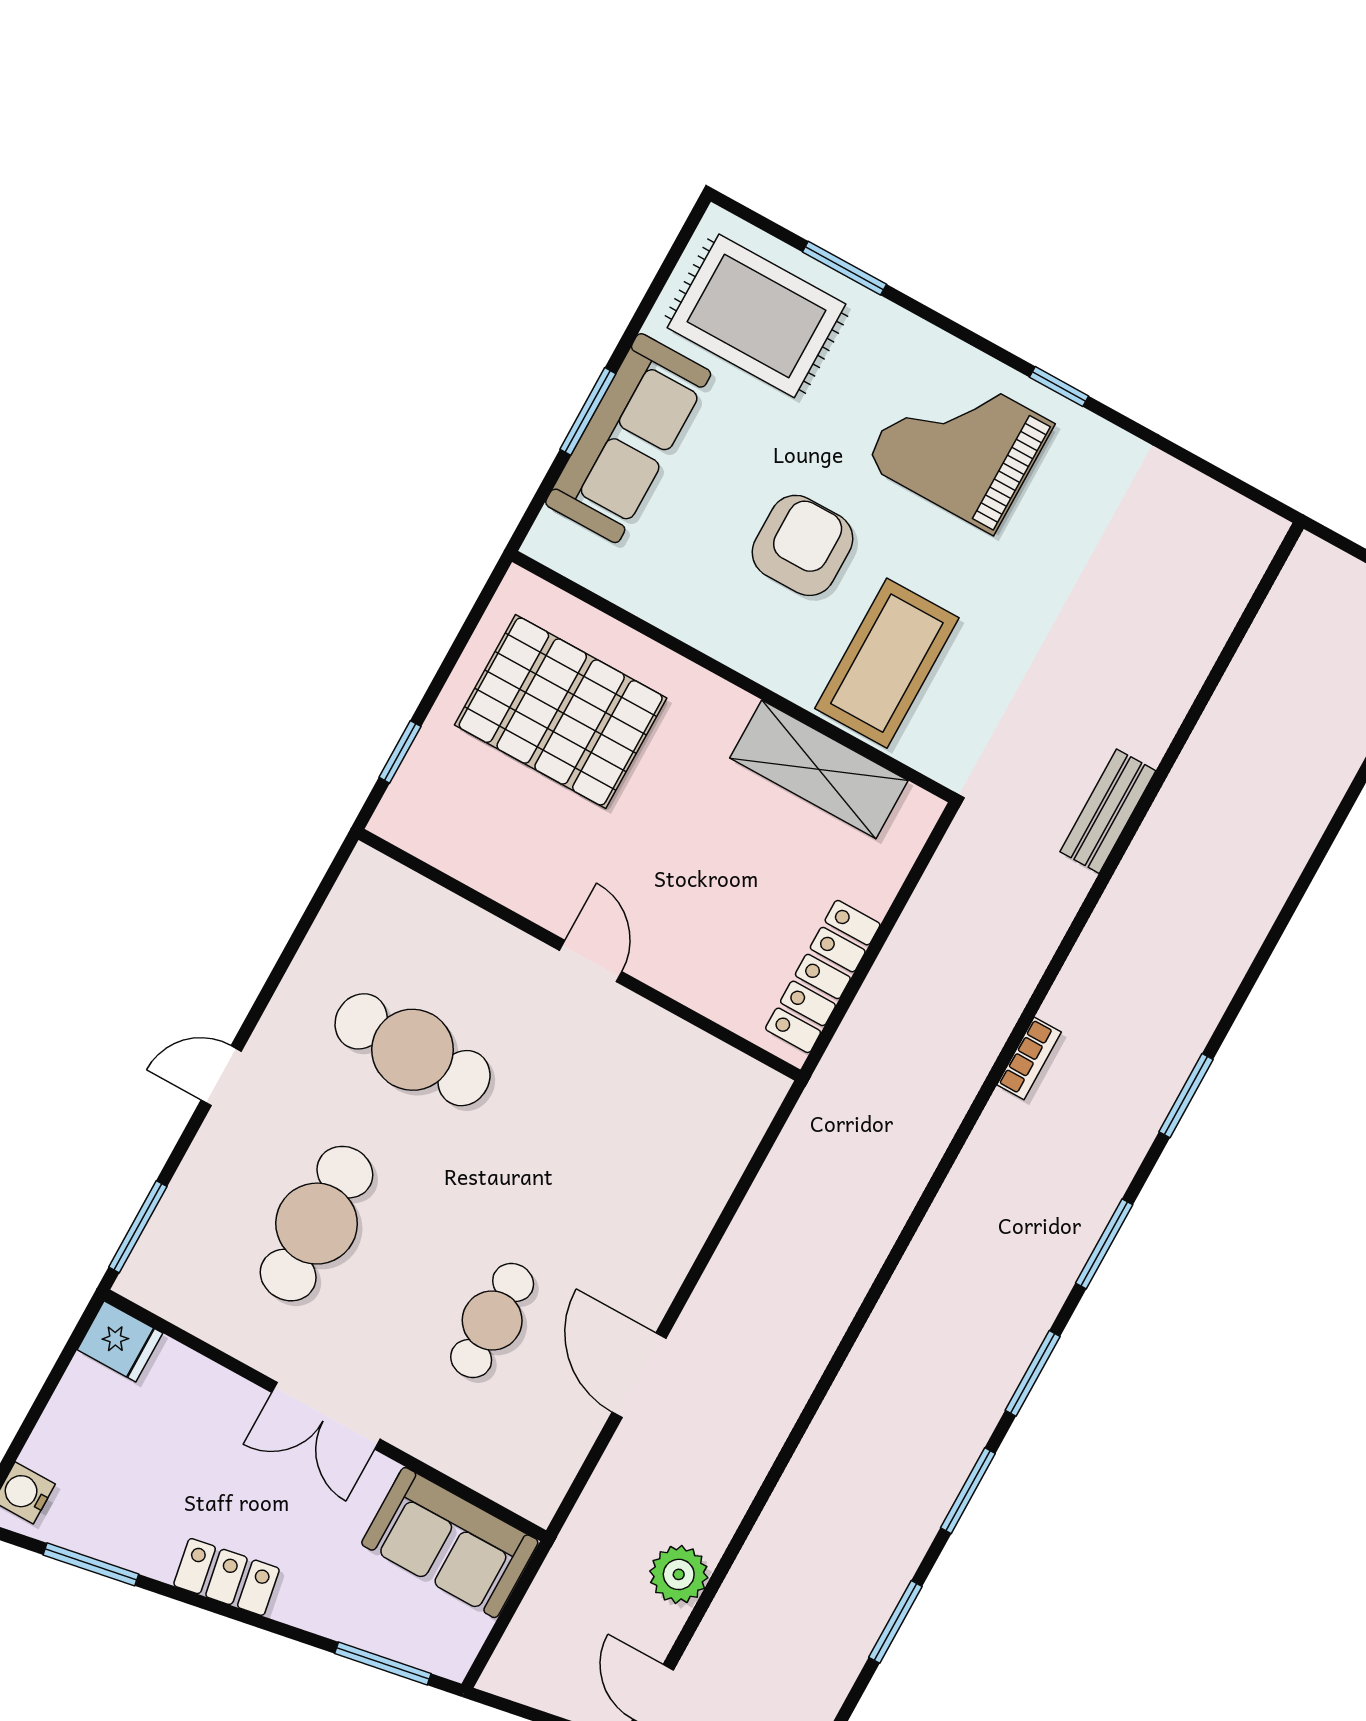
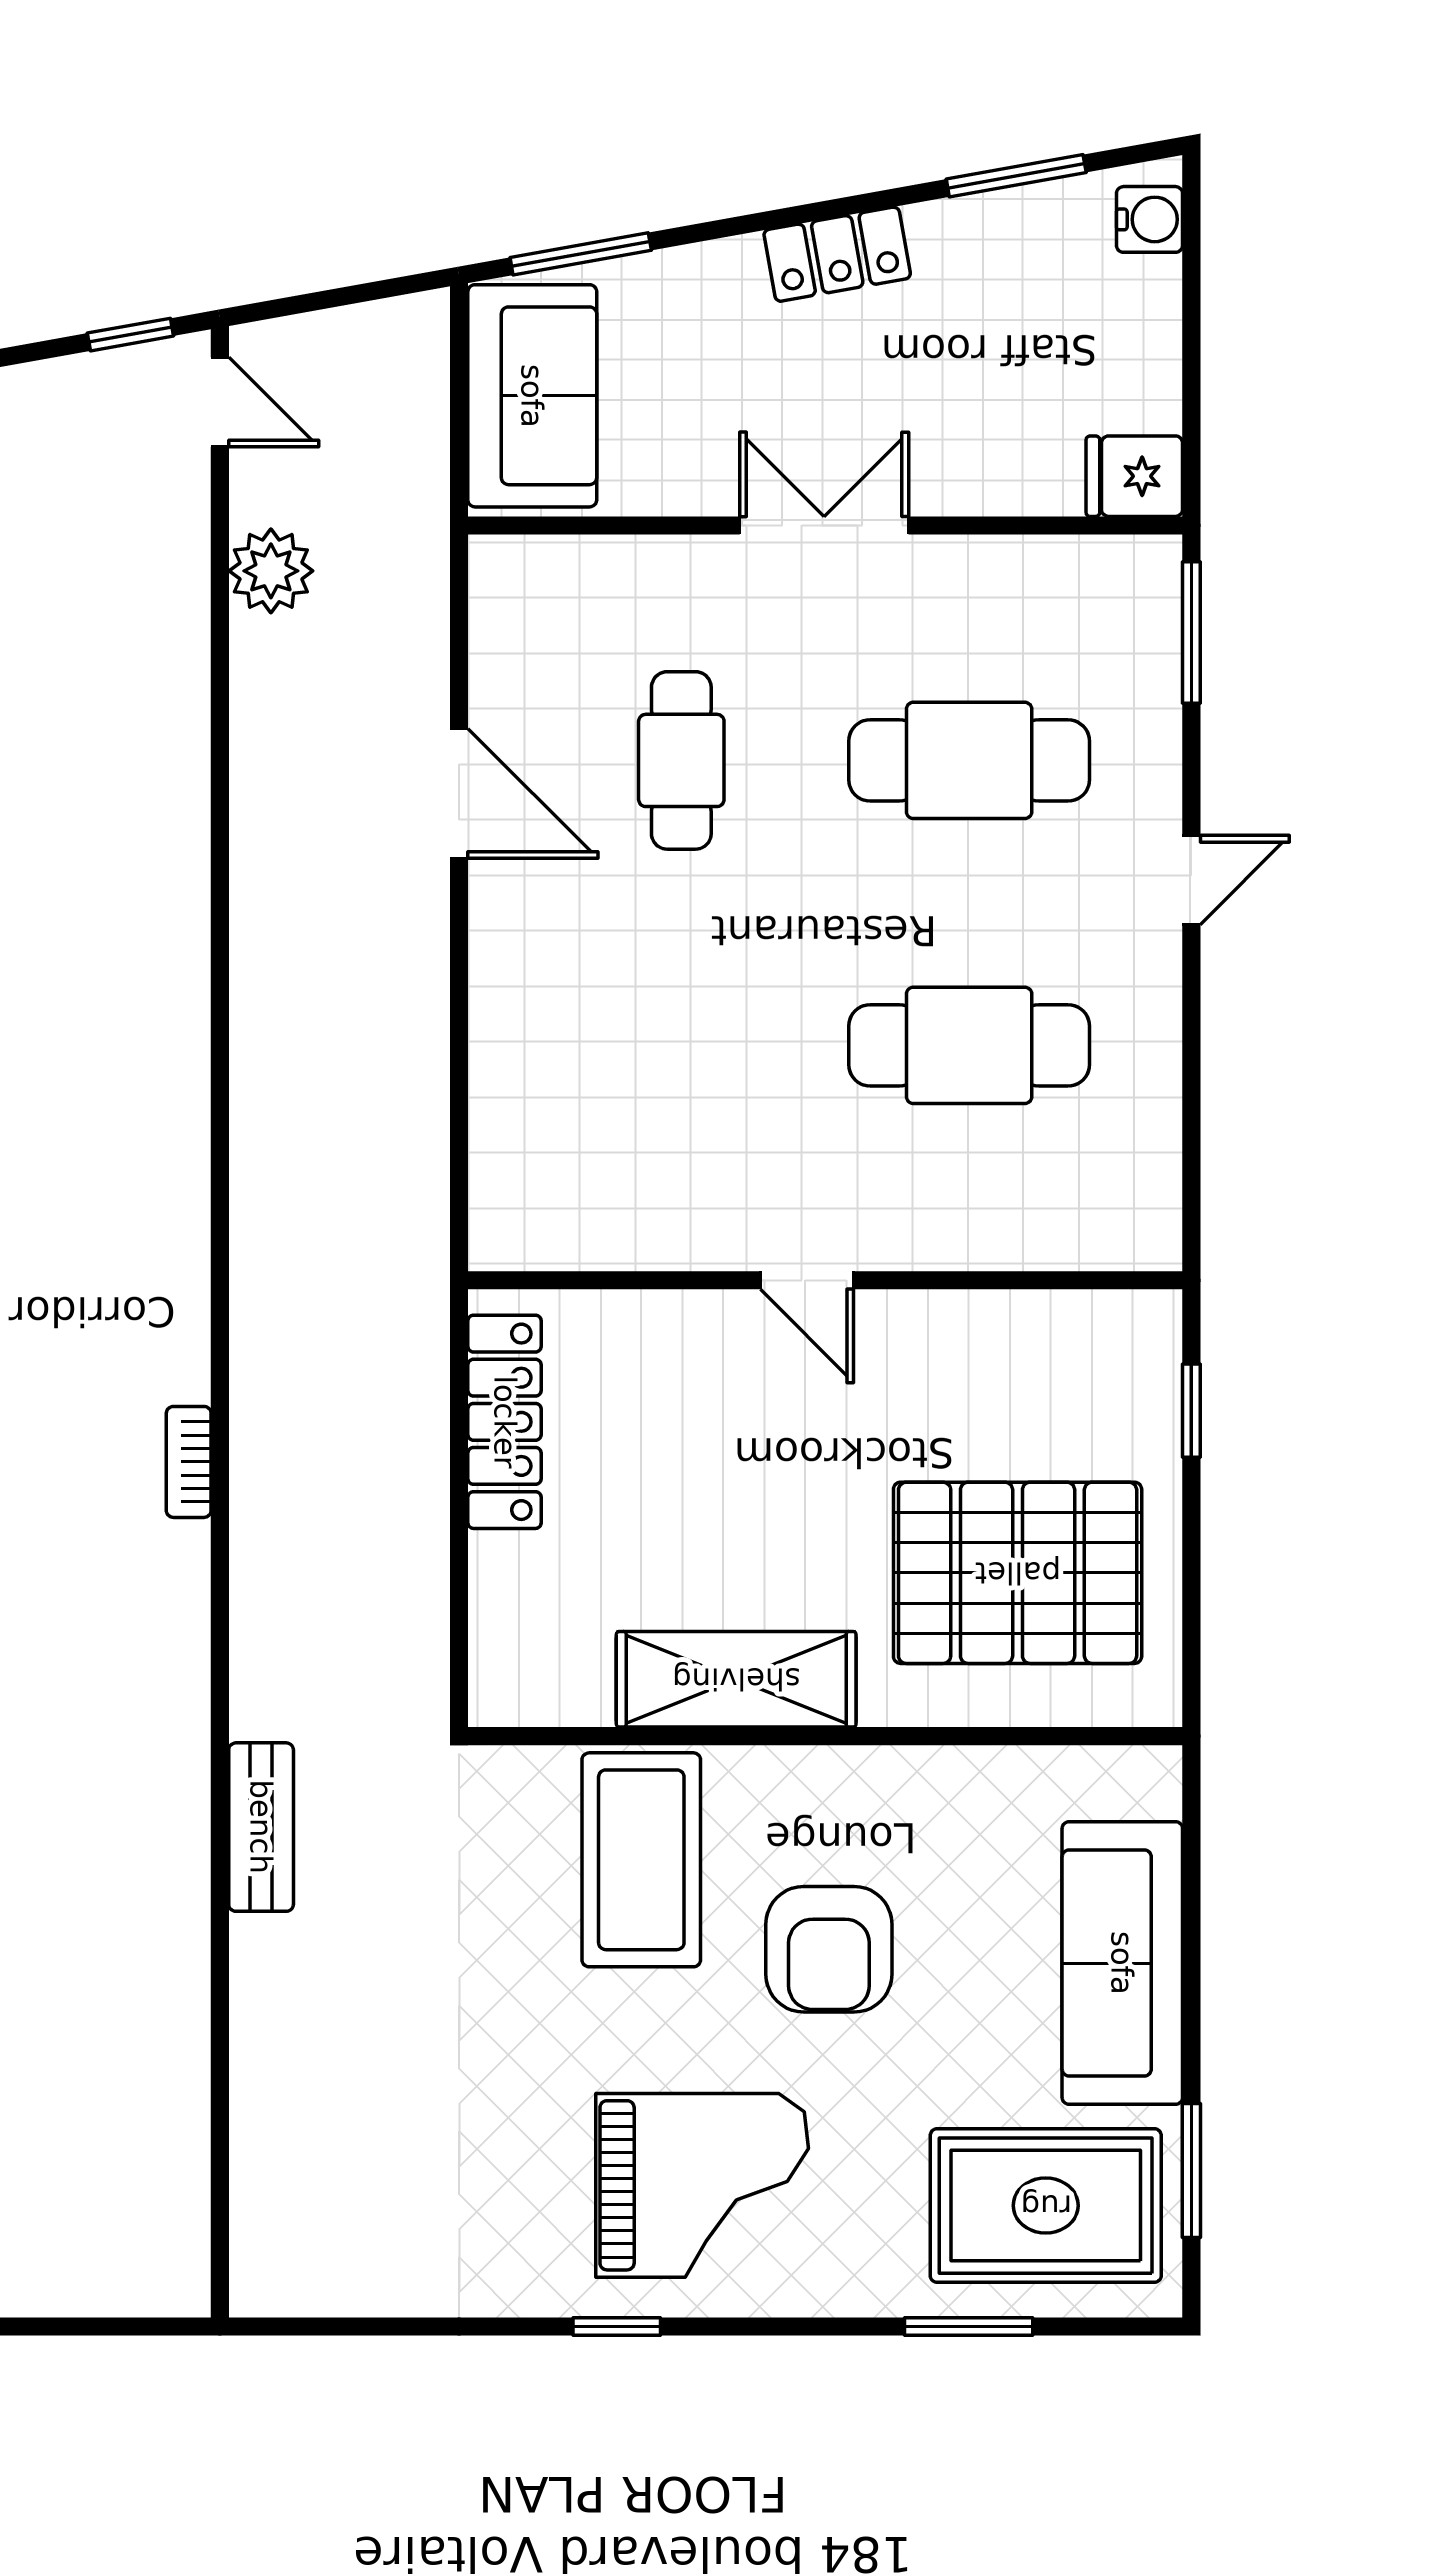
window: (588, 411) -> (1191, 2170), moved
shelving: (819, 769) -> (736, 1679), moved
cafe table: (317, 1224) -> (969, 760), turned 90
sofa: (450, 1543) -> (532, 396), moved, turned 90

